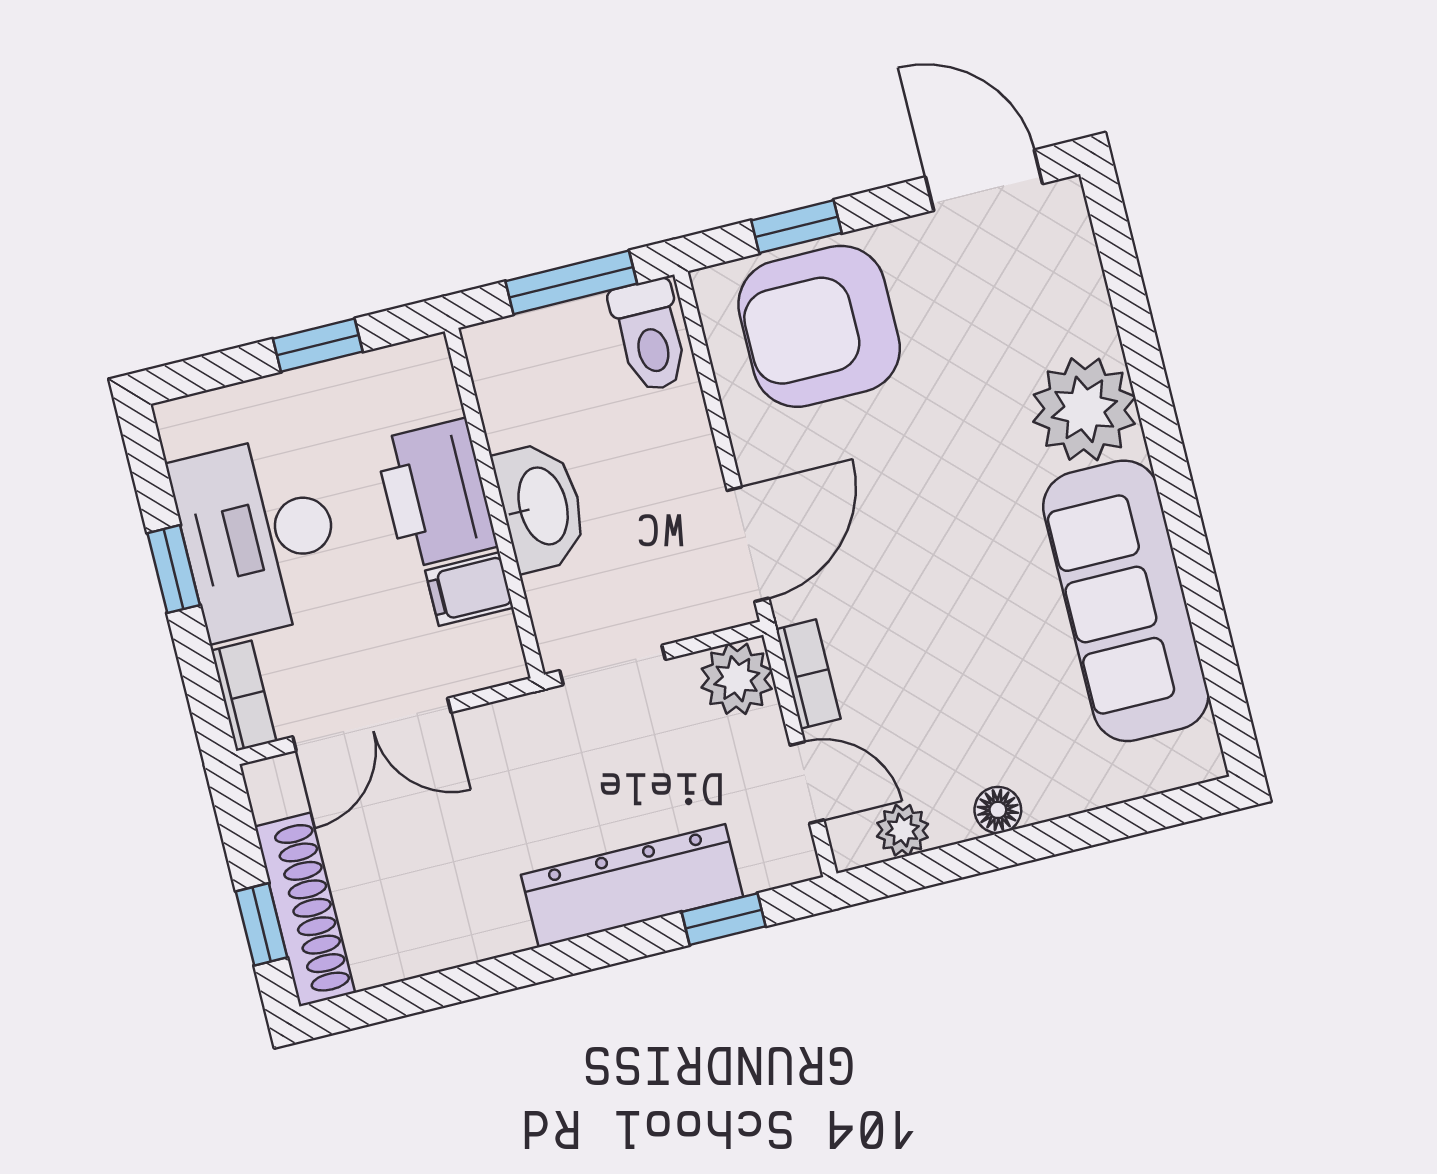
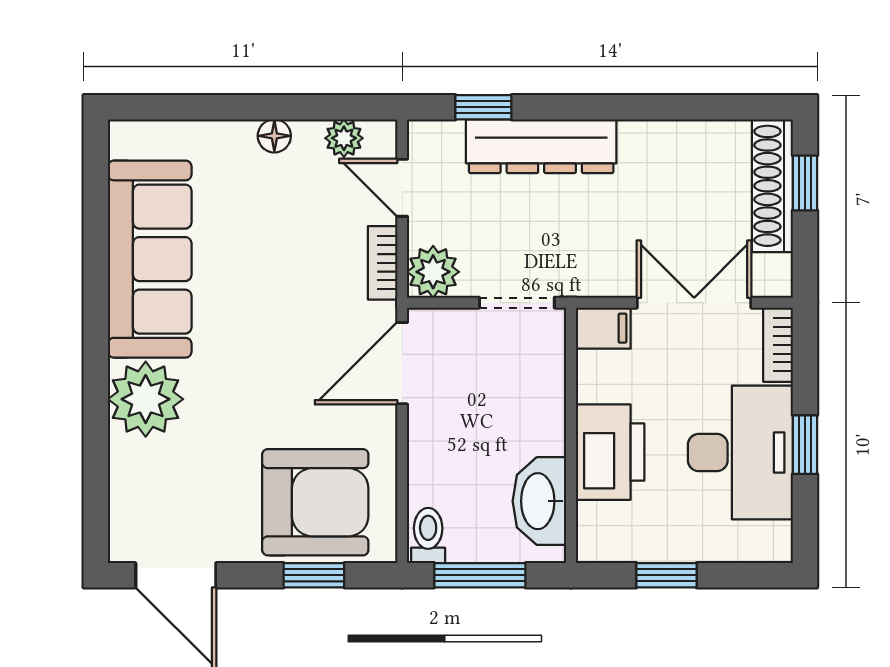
toilet: (650, 336) -> (428, 536), width x0.73, depth x0.72
washbasin: (541, 507) -> (539, 501), moved
filing cabinet: (469, 589) -> (603, 328), moved

